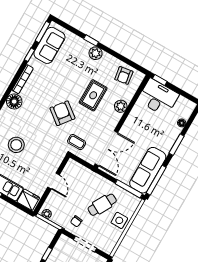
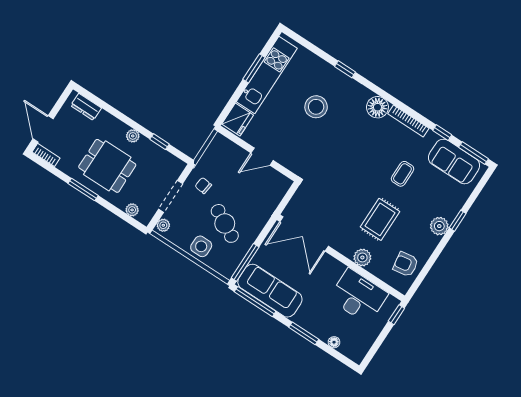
rug: (93, 95) -> (380, 219), turned 90
desk: (158, 97) -> (358, 296), moved, turned -90
armchair: (62, 113) -> (357, 175), removed
coffee table: (77, 142) -> (402, 174), moved
plant: (47, 214) -> (163, 225), moved

